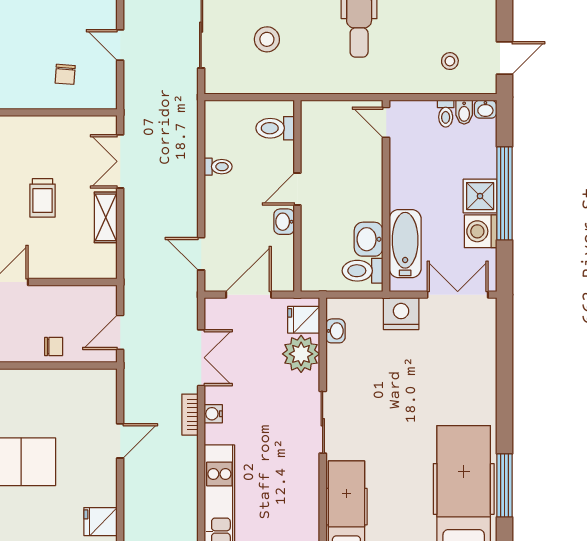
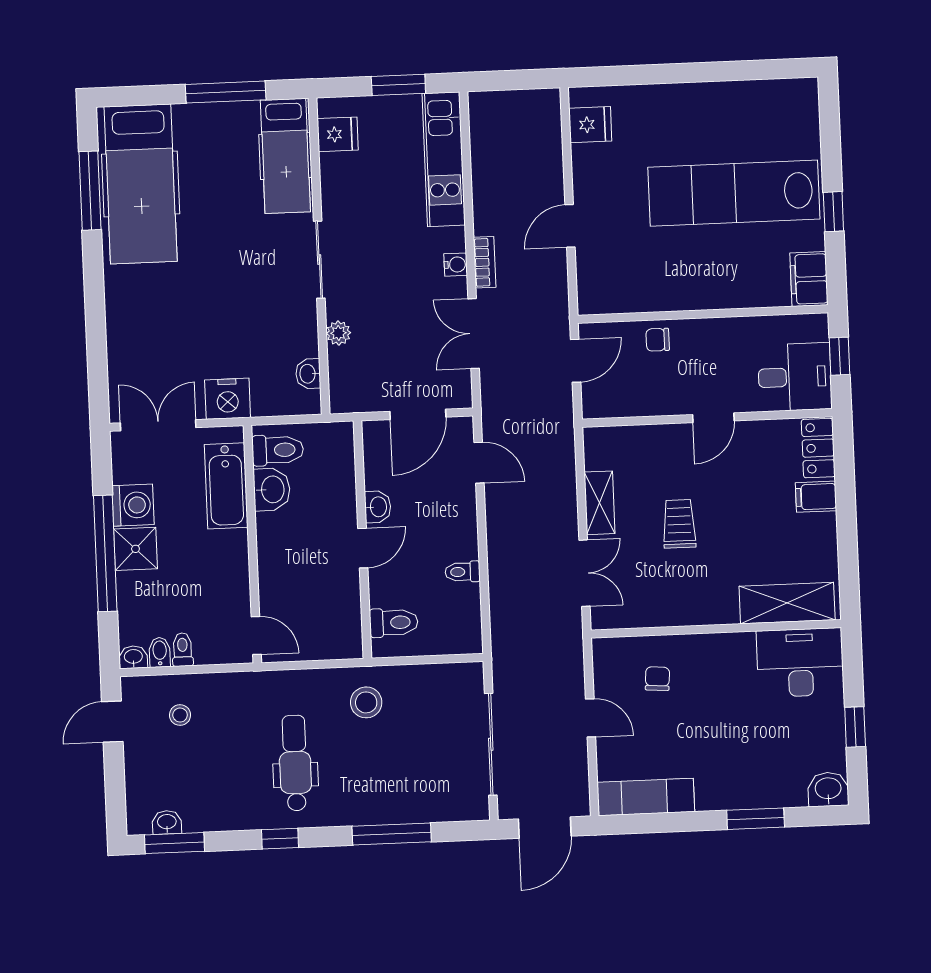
stool: (267, 39) -> (366, 702), moved
double door: (458, 295) -> (158, 425), swing flipped
fridge: (304, 320) -> (338, 134), moved
plant: (301, 354) -> (338, 333), width x0.53, depth x0.53

